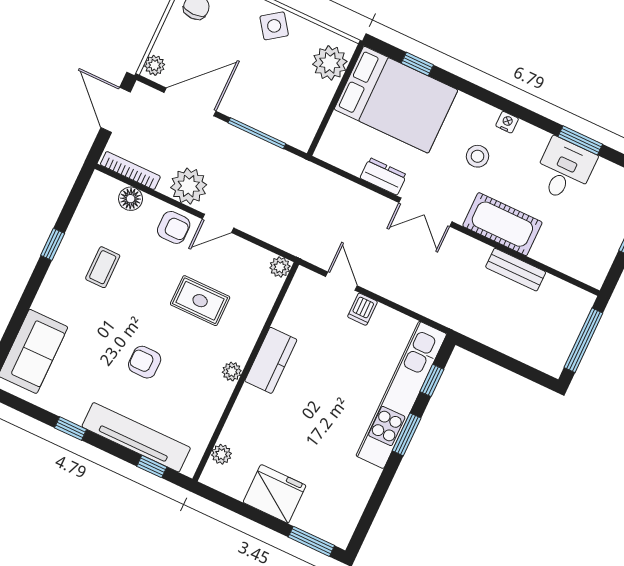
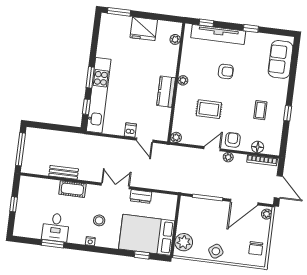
plant: (189, 186) -> (228, 157), width x0.53, depth x0.53
cot: (502, 224) -> (72, 189), width x0.73, depth x0.75
armchair: (174, 227) -> (233, 140), turned 90

